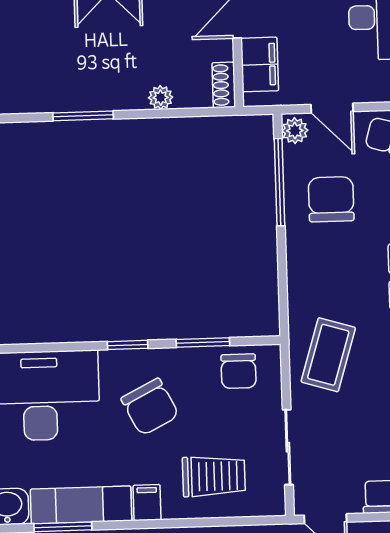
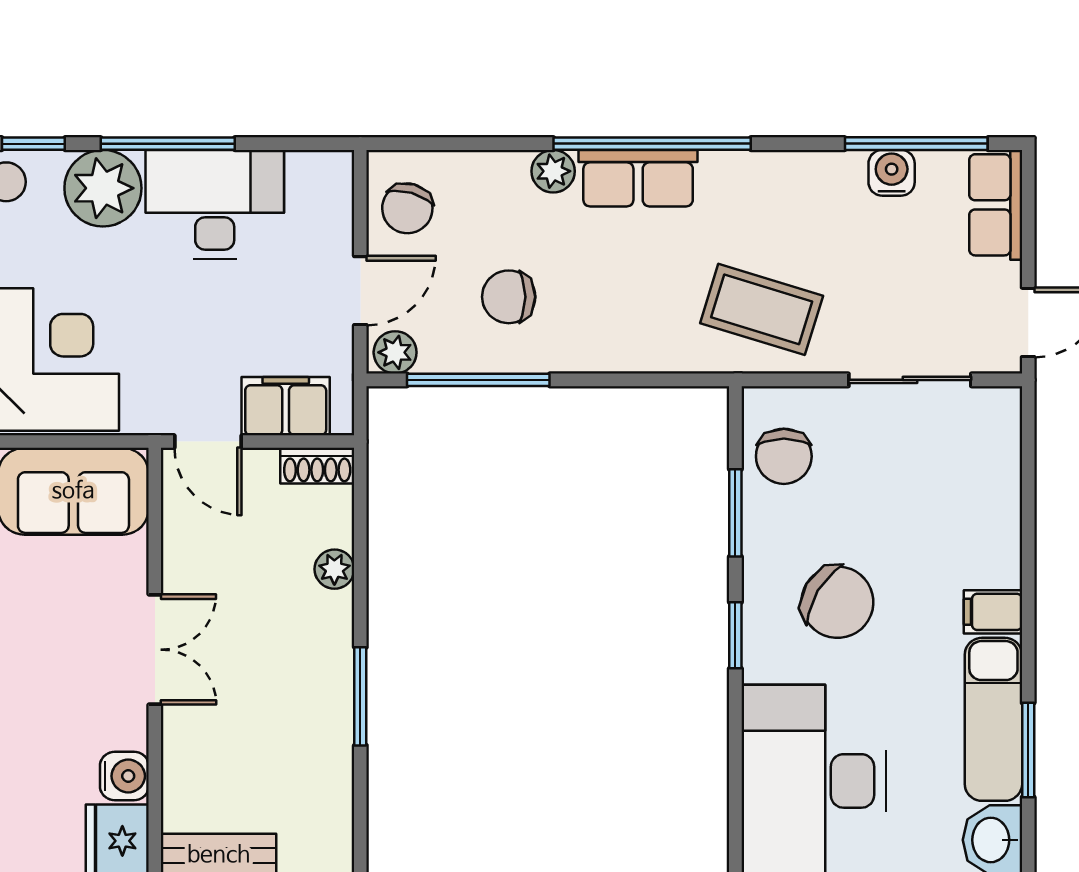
chair: (331, 199) -> (509, 297), width x0.73, depth x0.73
chair: (239, 371) -> (784, 456), turned 90
chair: (150, 407) -> (837, 602), turned 58
trolley: (214, 476) -> (953, 502), removed

